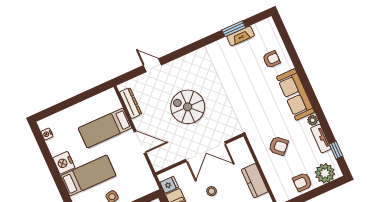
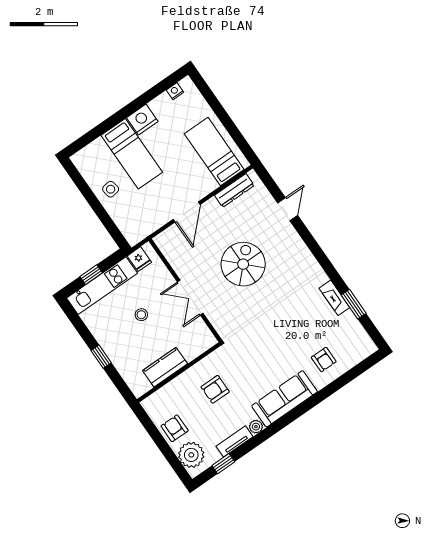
fireplace: (241, 36) -> (334, 298), moved
bed: (105, 128) -> (214, 152), moved
armchair: (279, 146) -> (215, 389), turned 47
double door: (205, 152) -> (190, 298), width x0.73

